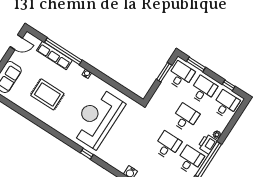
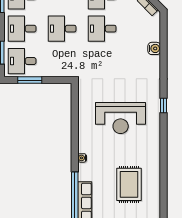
reception desk: (97, 118) -> (121, 118), width x0.74, depth x0.77

